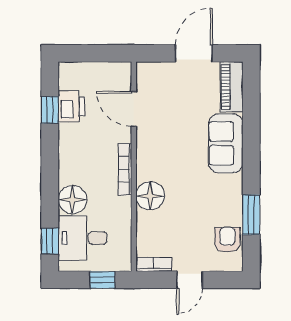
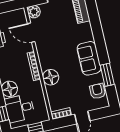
plant: (147, 73) -> (34, 12), added
sofa: (226, 143) -> (89, 58), moved

